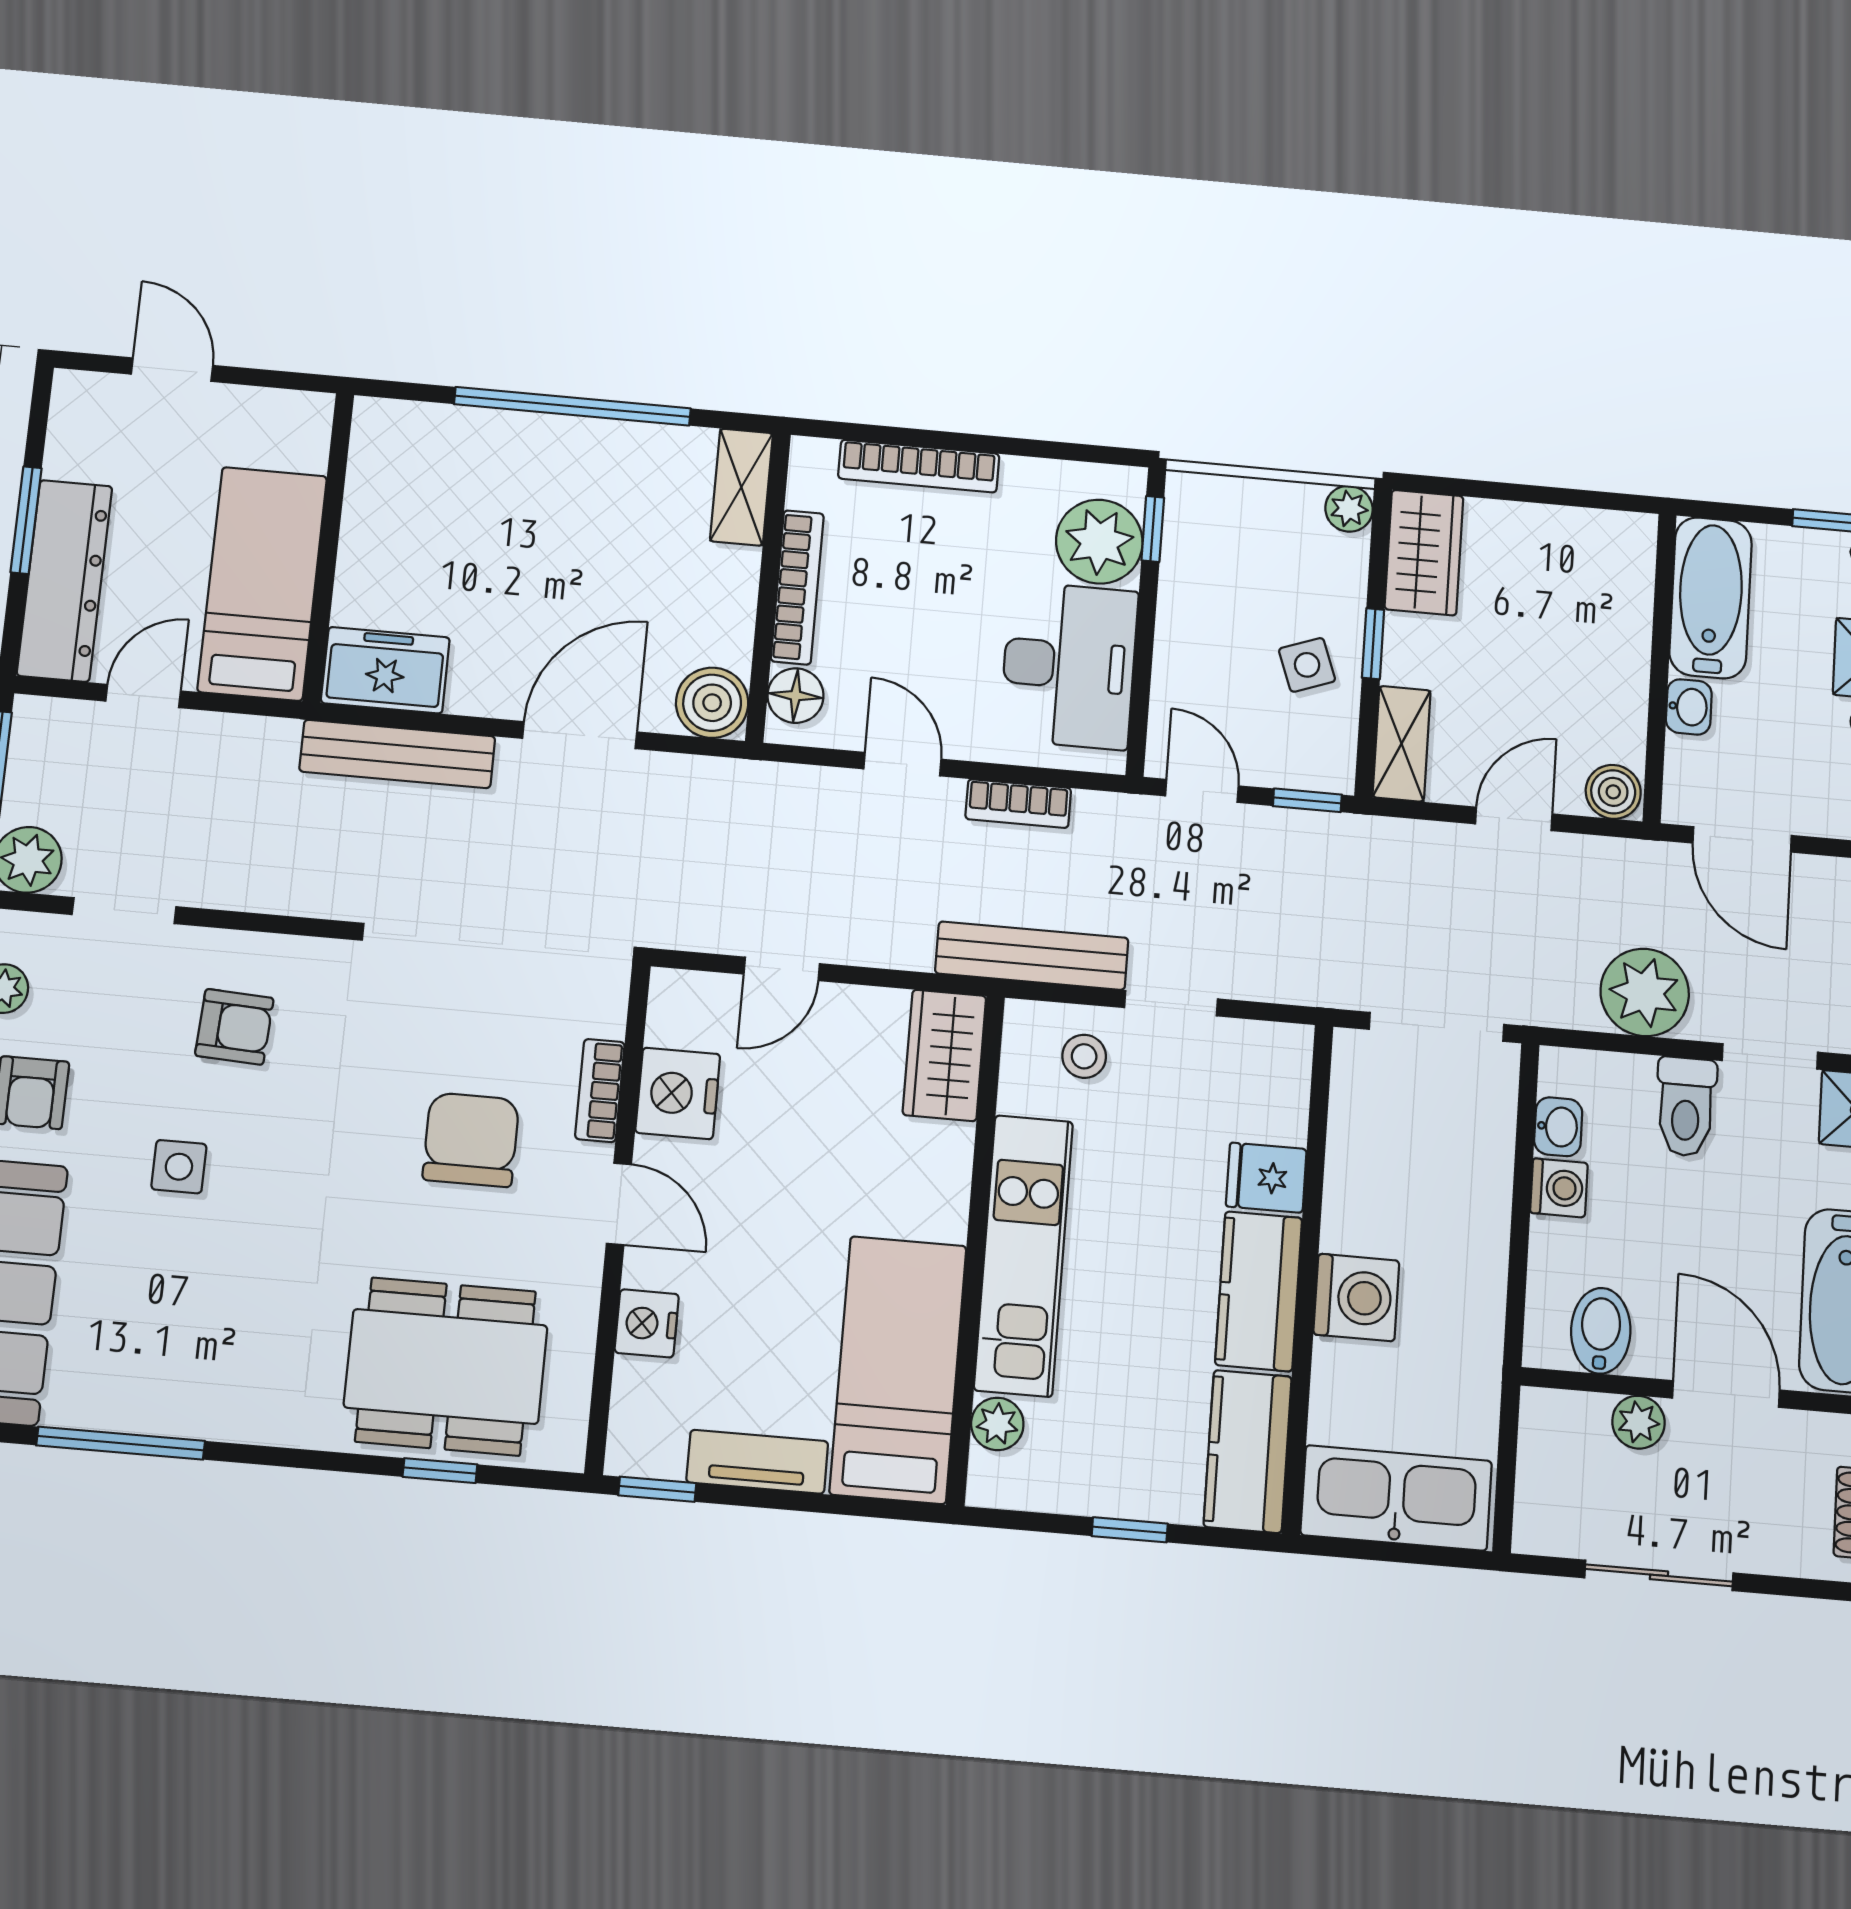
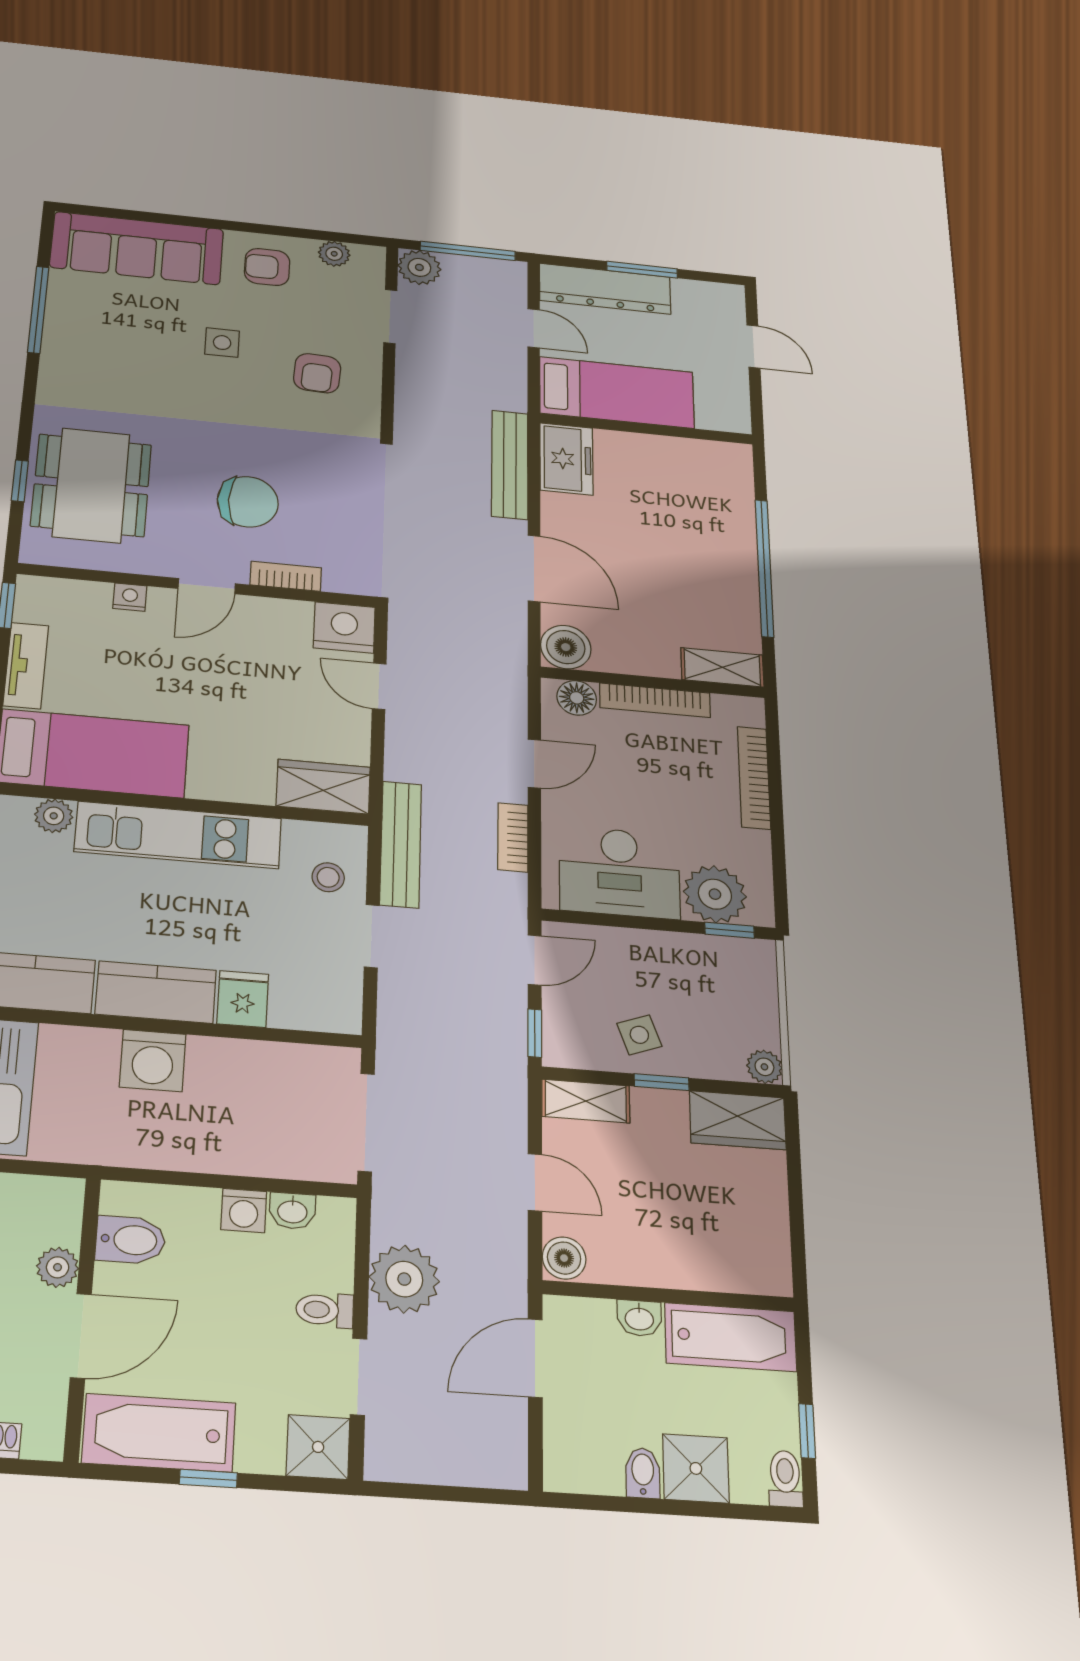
door: (172, 370) -> (753, 347), hinge flipped
nightstand: (678, 1093) -> (344, 627), moved
toilet: (1686, 1107) -> (325, 1310), width x0.73, depth x0.72
nightstand: (647, 1323) -> (130, 597), width x0.72, depth x0.74

